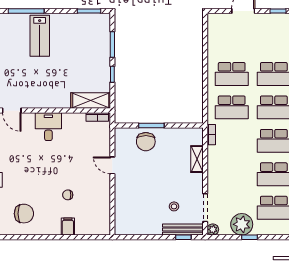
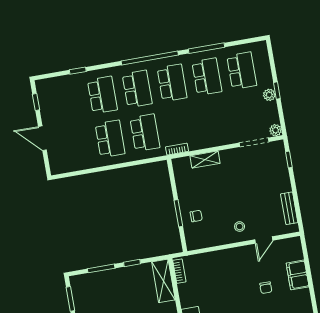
chair: (146, 142) -> (196, 216), width x0.54, depth x0.54
door: (112, 165) -> (264, 240), moved
stool: (174, 206) -> (240, 227), moved
plant: (242, 224) -> (269, 95), width x0.53, depth x0.53
filing cabinet: (68, 226) -> (298, 275), width x2.00
bench: (183, 230) -> (289, 208), moved, width x0.73

